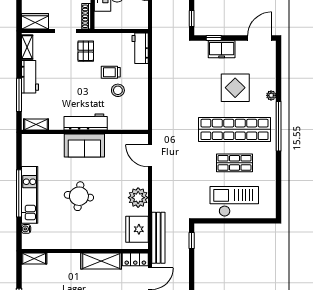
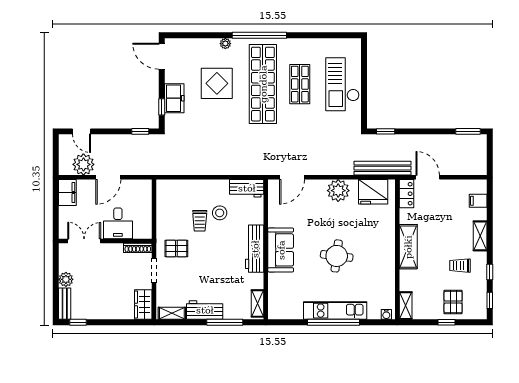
workbench: (140, 48) -> (247, 188), moved
water cooler: (26, 229) -> (386, 314), moved
shelving: (101, 261) -> (408, 247), moved

